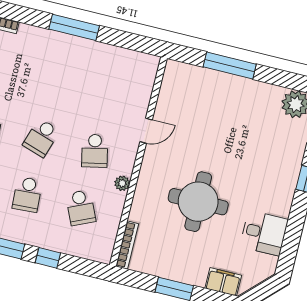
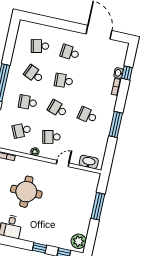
school desk: (55, 81) -> (87, 115), added
washbasin: (144, 81) -> (89, 162), added
door: (146, 131) -> (63, 163), swing flipped

